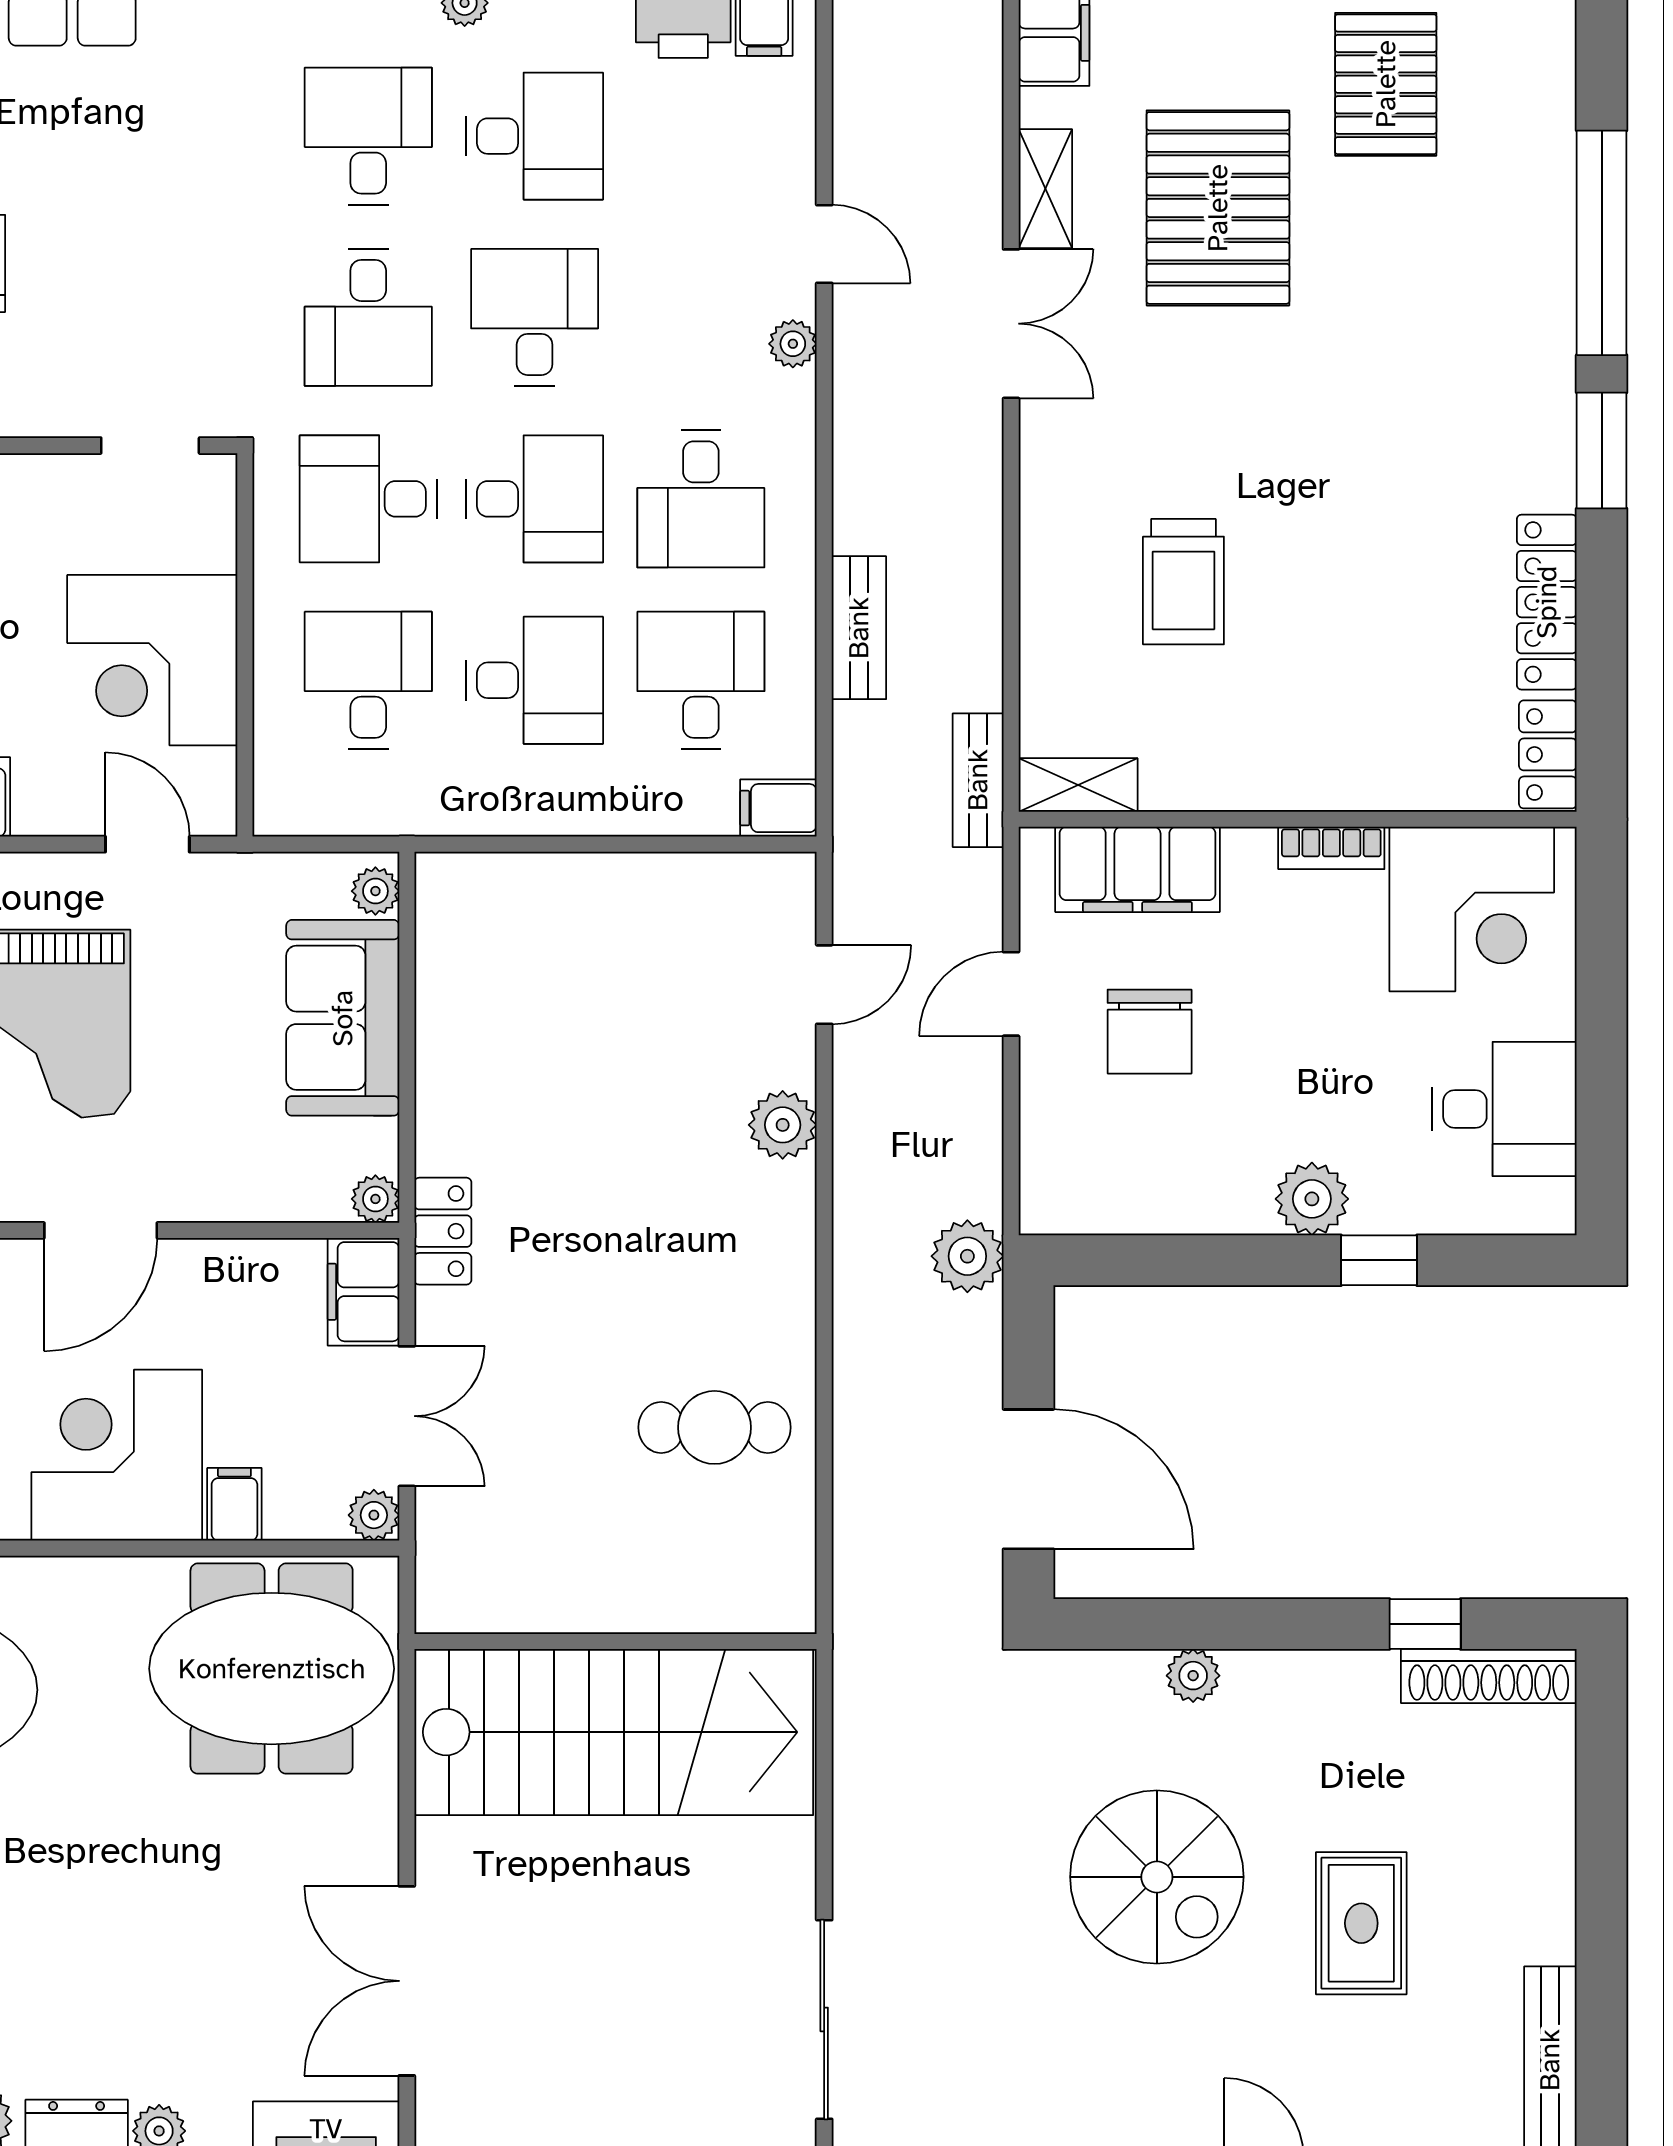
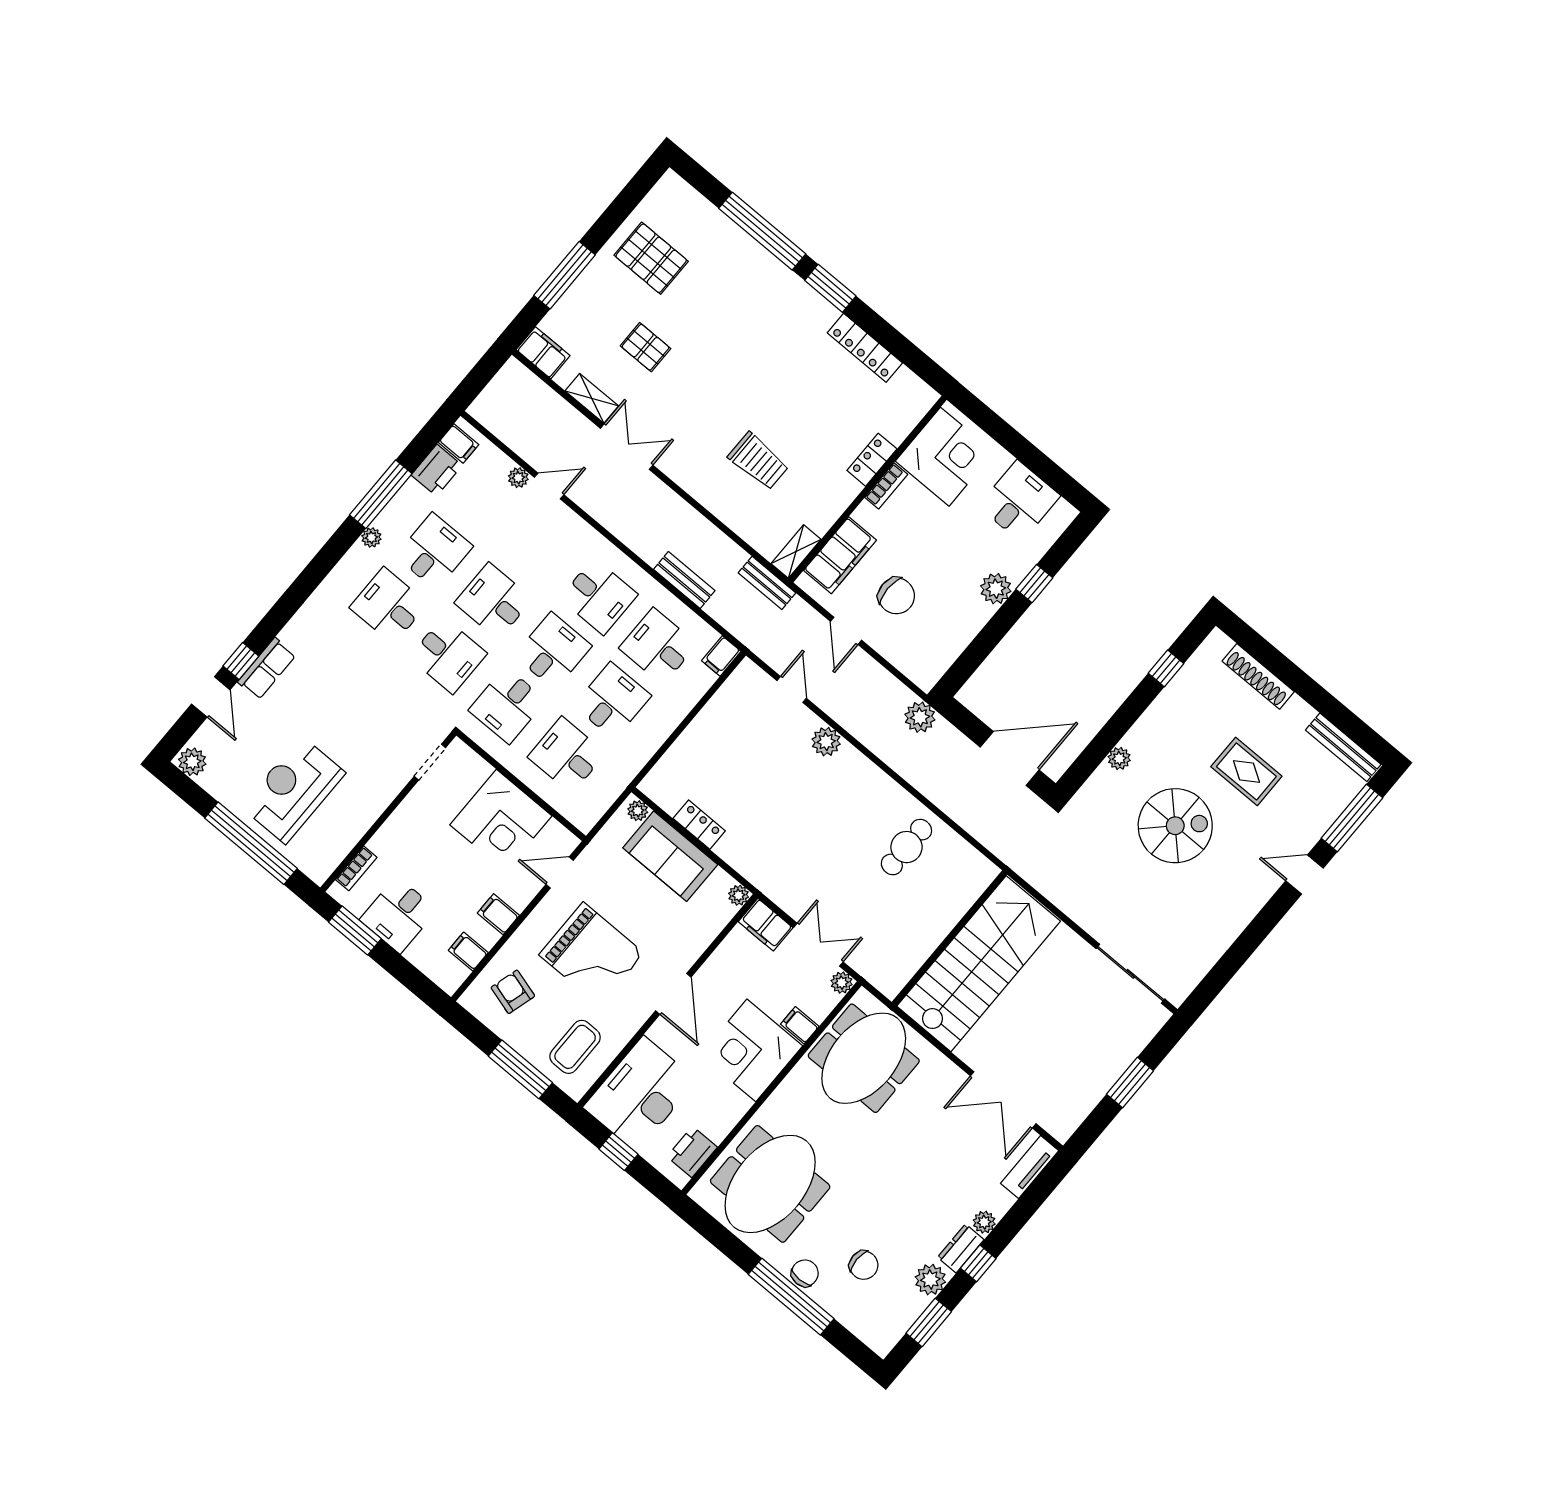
pallet: (1218, 208) -> (645, 347), width x0.49, depth x0.50
plant: (793, 344) -> (518, 478), moved
locker: (1548, 754) -> (872, 460), moved, turned 90
locker: (443, 1231) -> (699, 825), moved
shoe rack: (1489, 1676) -> (1258, 676), moved, turned 90

